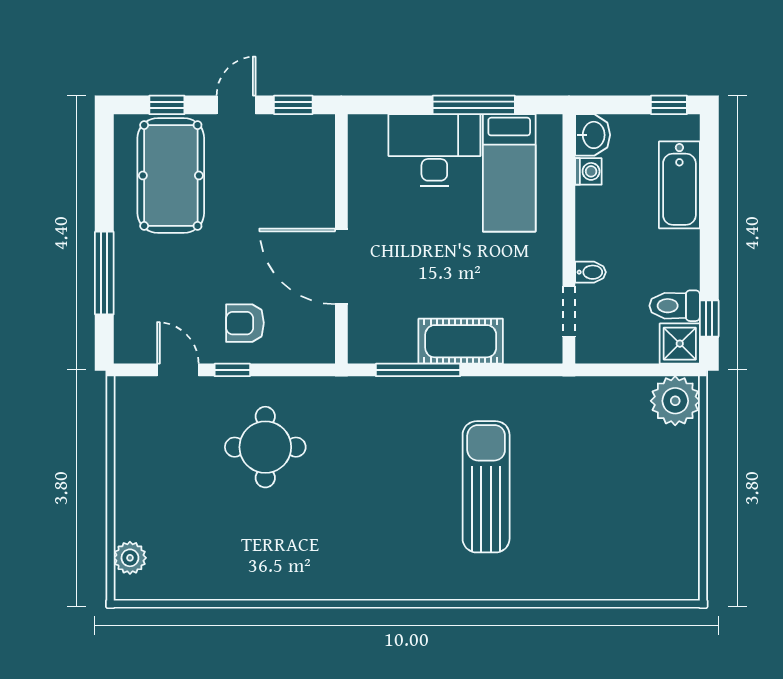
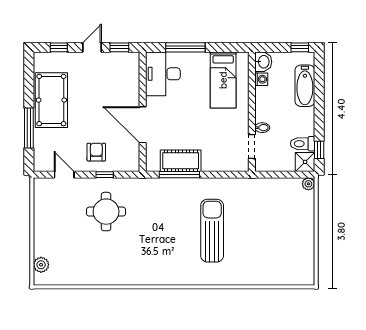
window: (474, 105) -> (185, 47), moved
desk: (434, 150) -> (163, 74), moved, turned -90
pool table: (171, 175) -> (51, 100), moved
armchair: (245, 323) -> (96, 152), turned 90
cot: (461, 341) -> (181, 161), moved
window: (232, 370) -> (105, 175), moved
plant: (675, 401) -> (308, 184), width x0.53, depth x0.53

